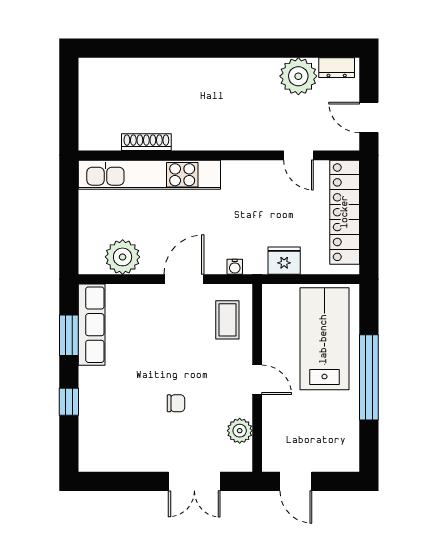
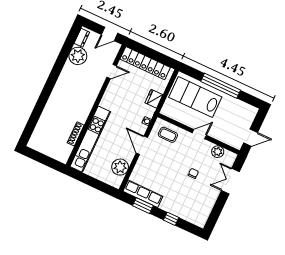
double door: (194, 481) -> (230, 181), swing flipped

